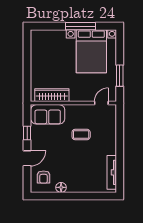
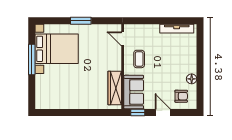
wardrobe: (52, 95) -> (115, 88), moved
wall: (73, 103) -> (123, 67), moved
door: (101, 103) -> (123, 39), moved
sofa: (48, 114) -> (134, 92), moved

